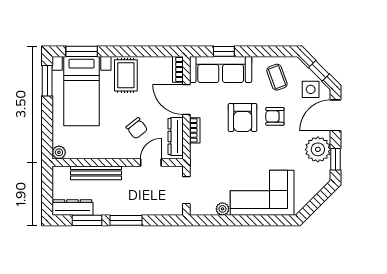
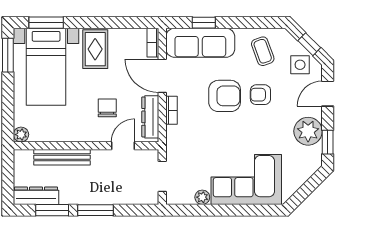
door: (336, 115) -> (328, 94), width x0.73
armchair: (243, 118) -> (225, 96), turned -90
chair: (137, 128) -> (107, 108), turned -142

